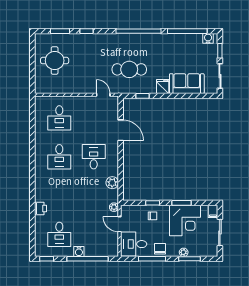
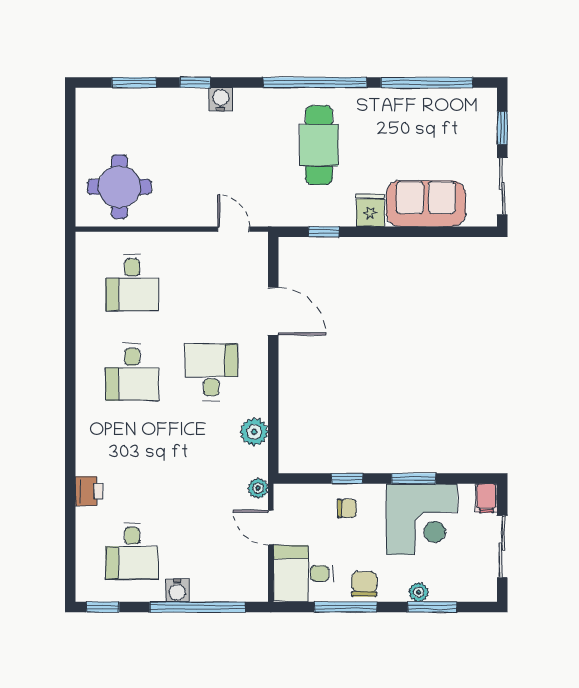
water cooler: (208, 38) -> (221, 99), moved
round table: (55, 61) -> (119, 187), moved
cafe table: (129, 69) -> (319, 145), moved, turned 90

